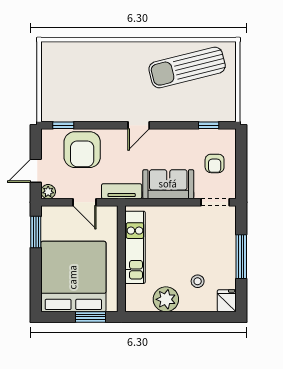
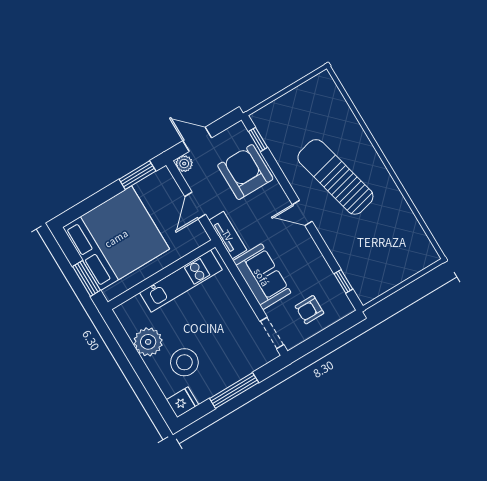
sun lounger: (187, 67) -> (335, 177), moved
armchair: (82, 150) -> (245, 172), turned 90
stool: (198, 281) -> (184, 362), width x1.89, depth x1.89

